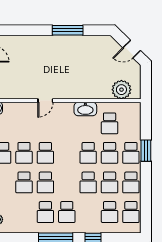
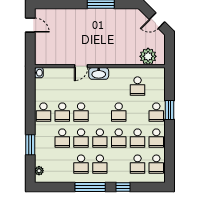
washbasin: (85, 109) -> (99, 73), moved
school desk: (110, 153) -> (100, 138), moved

